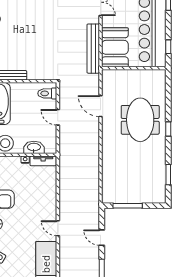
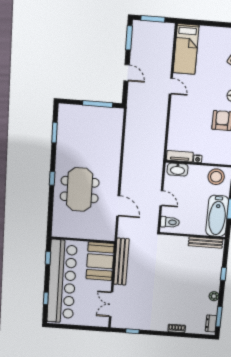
washbasin: (34, 147) -> (178, 170), moved

